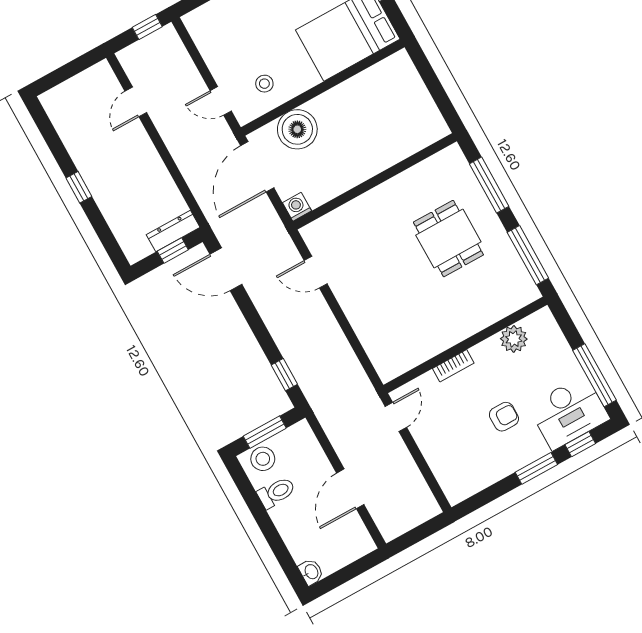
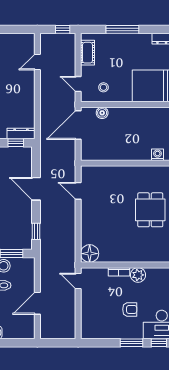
cot: (208, 42) -> (87, 53), added
boiler: (297, 129) -> (102, 113), width x0.54, depth x0.54
washing machine: (297, 207) -> (157, 155), moved
door: (226, 269) -> (36, 189), moved
plant: (514, 339) -> (138, 275), moved
floor lamp: (390, 363) -> (90, 254), added
door: (396, 417) -> (78, 281), swing flipped

